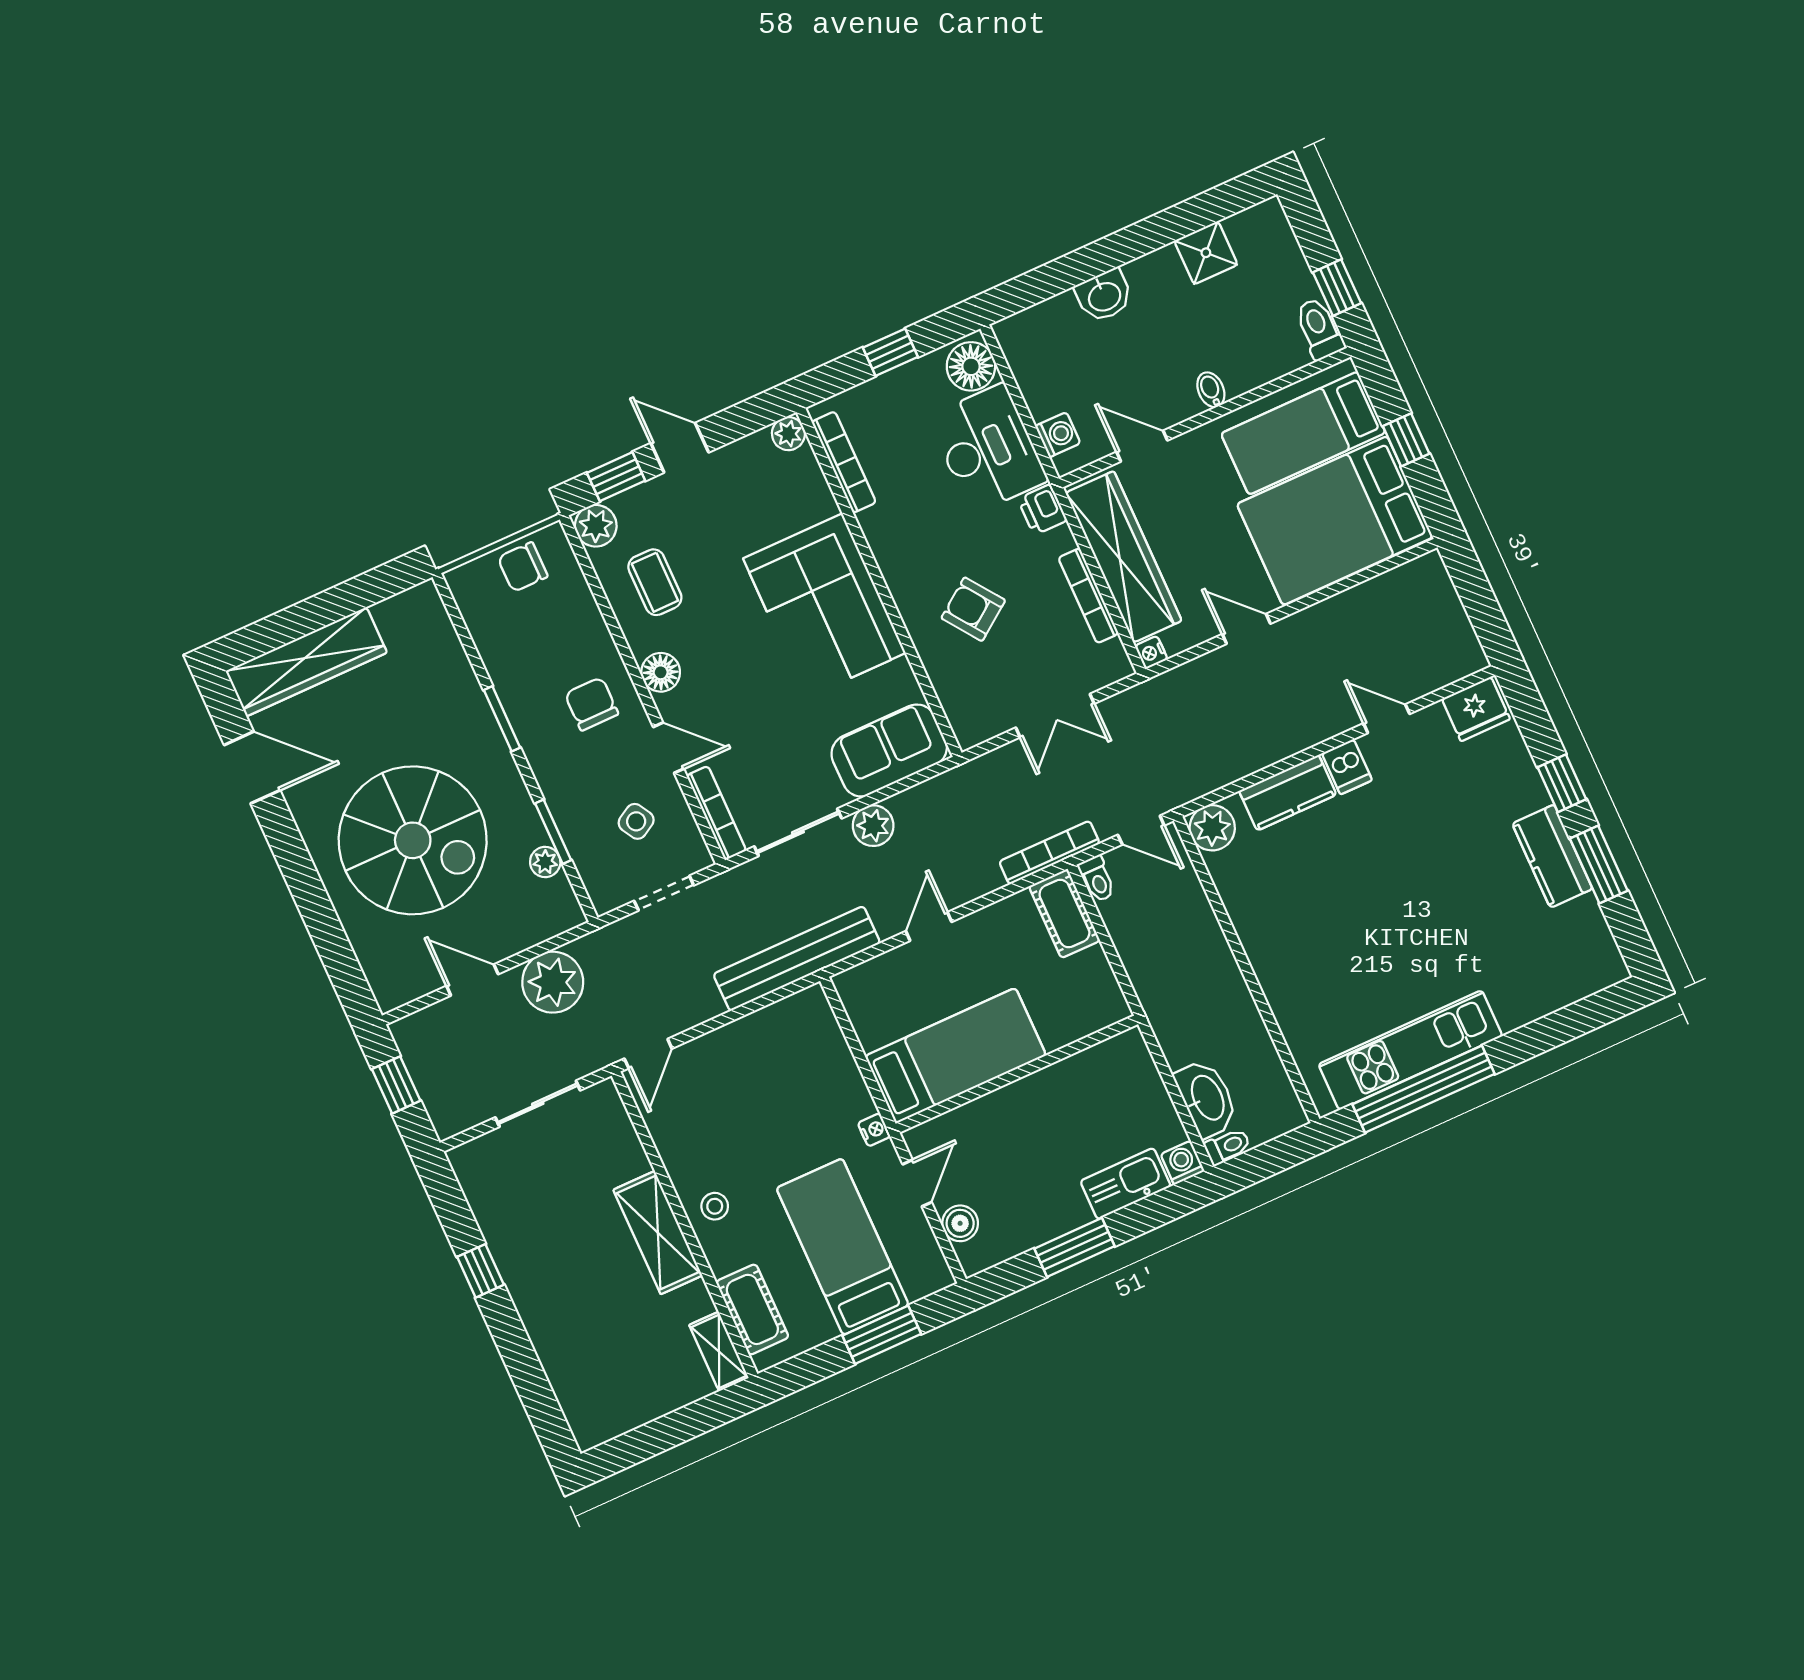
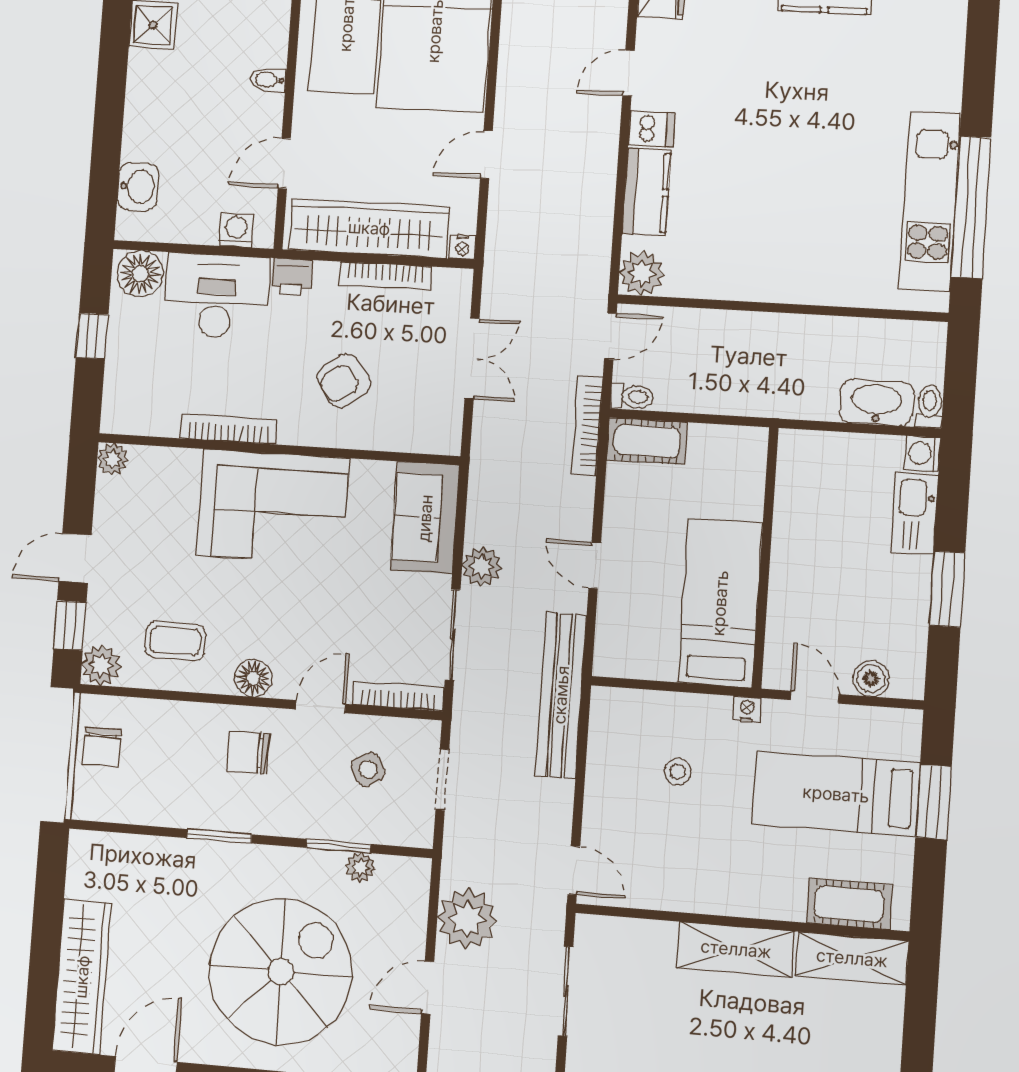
washbasin: (1104, 296) -> (138, 186), moved
bookcase: (844, 462) -> (228, 429), moved
stool: (715, 1206) -> (678, 772), moved
shelving: (719, 1352) -> (852, 958), width x1.50, depth x1.33

